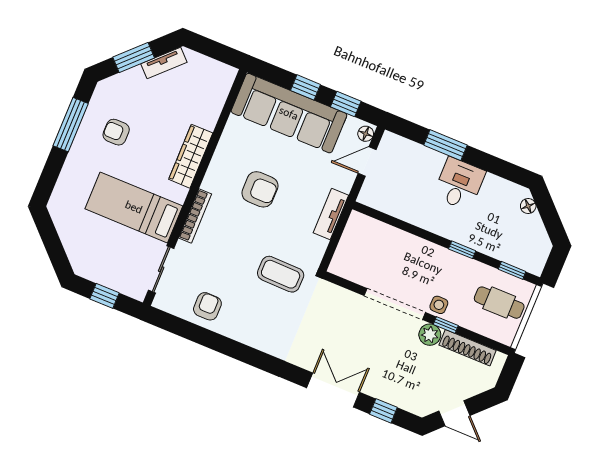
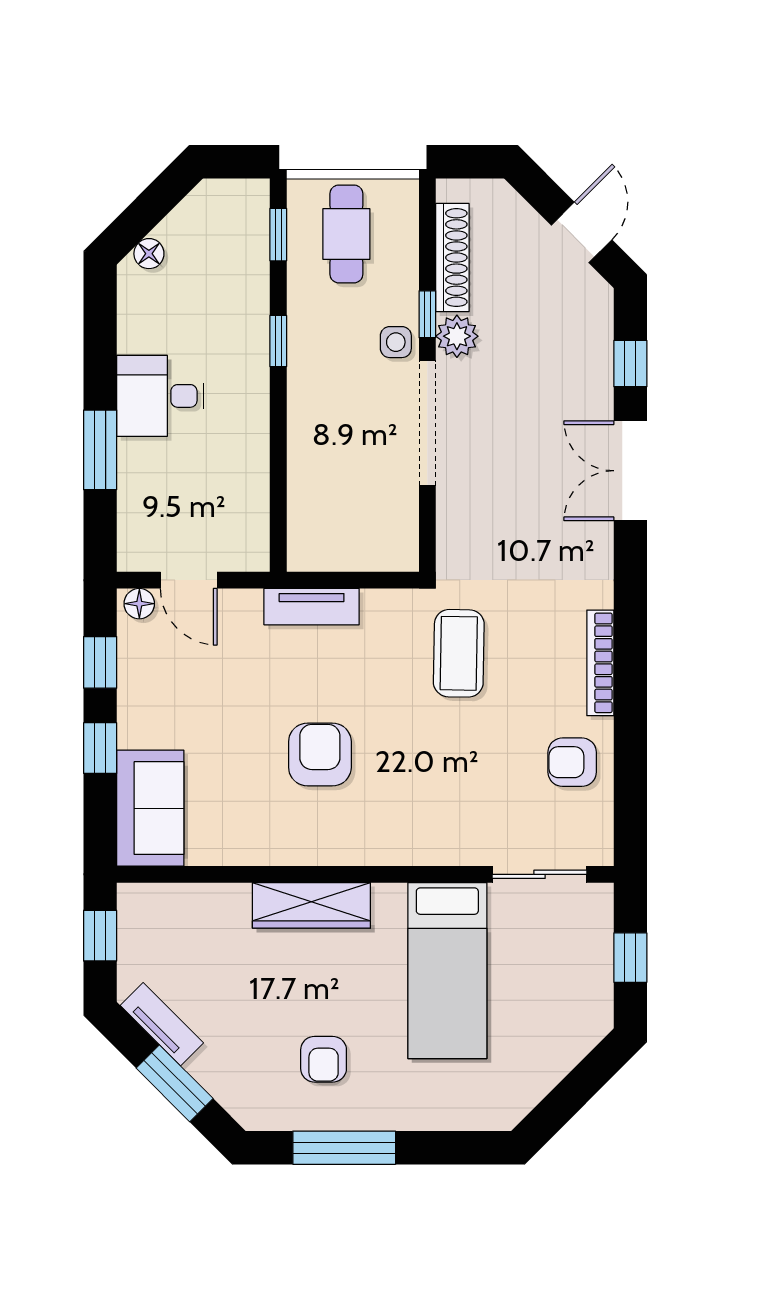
window: (217, 51) -> (100, 936), added
sofa: (289, 113) -> (150, 808), width x0.54, depth x0.79
bookcase: (195, 216) -> (600, 663), moved, turned -90

